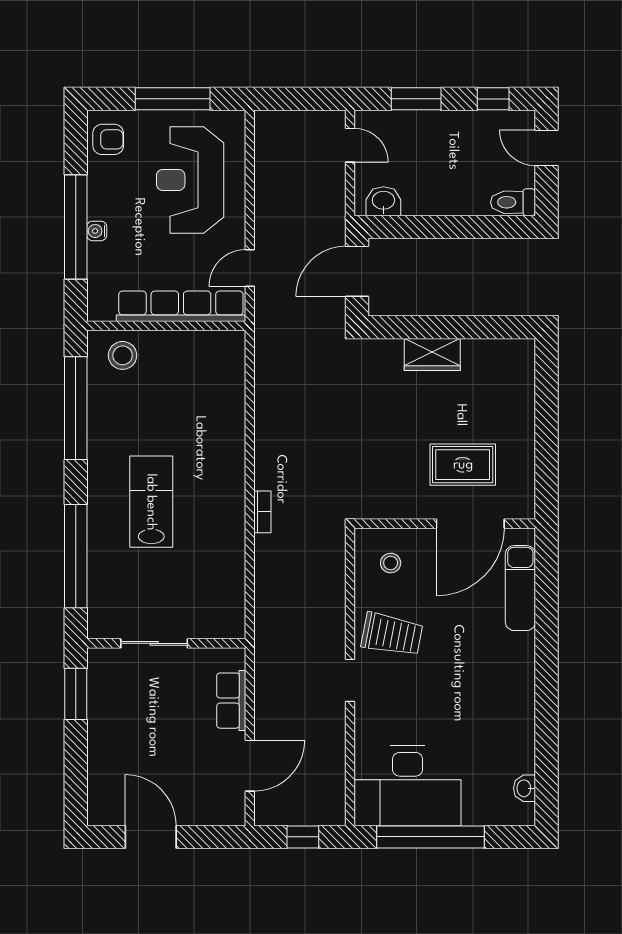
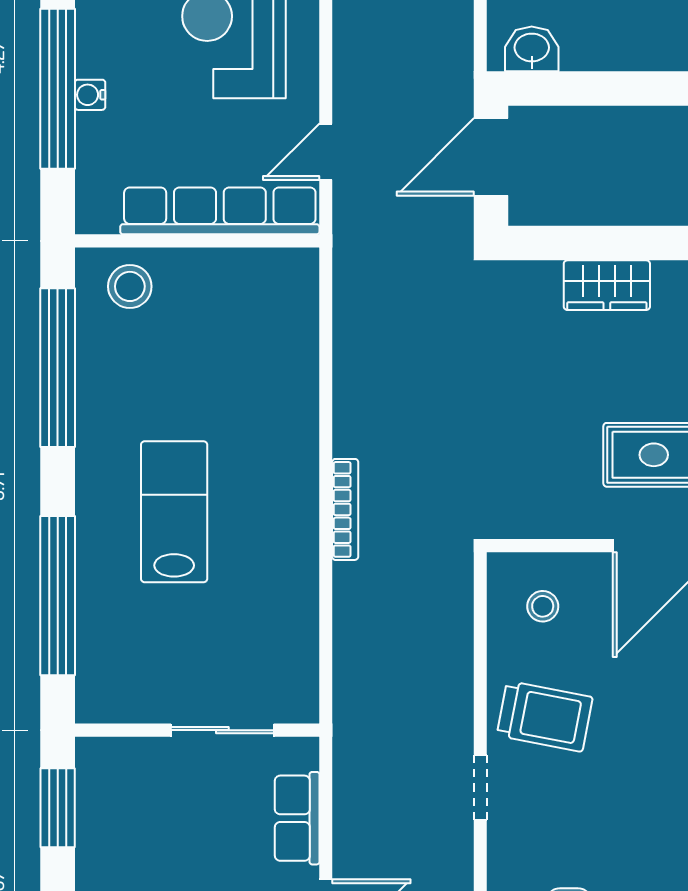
bookcase: (262, 512) -> (345, 509), width x1.56
sliding door: (154, 643) -> (222, 730), moved

